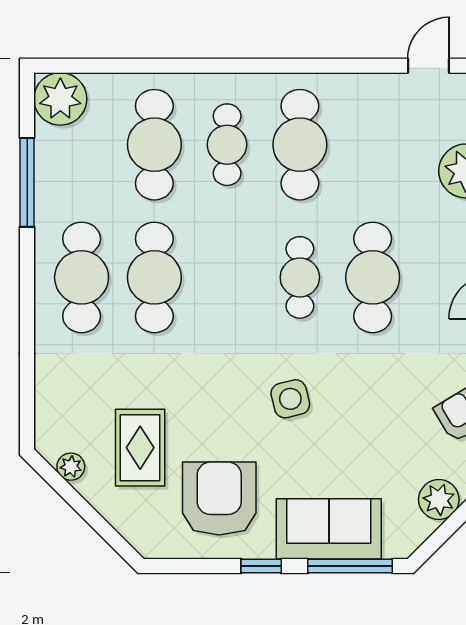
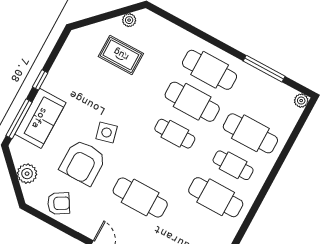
plant: (60, 99) -> (301, 101), width x0.53, depth x0.53
cafe table: (300, 277) -> (175, 134), moved
armchair: (219, 498) -> (83, 162), moved, turned 90

